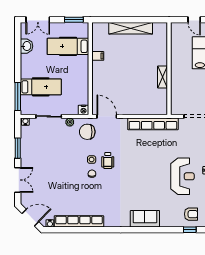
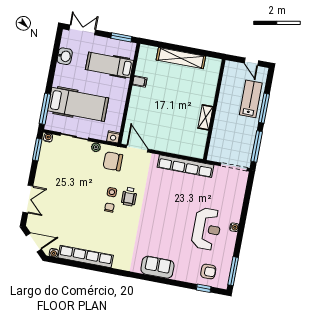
double door: (38, 20) -> (82, 30), swing flipped
hospital bed: (41, 87) -> (78, 104), width x1.37, depth x1.29
window: (18, 148) -> (37, 150), moved

